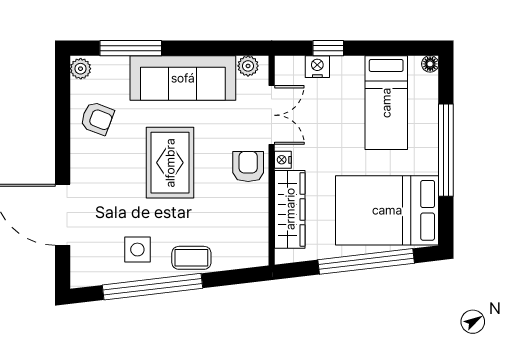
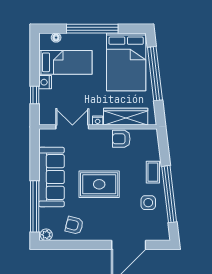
window: (131, 48) -> (35, 206), width x1.46
floor lamp: (430, 64) -> (56, 38), moved
plant: (248, 66) -> (45, 140), removed
nightstand: (317, 67) -> (45, 82), moved
armchair: (97, 118) -> (74, 225), turned -97
armchair: (248, 167) -> (121, 139), moved

